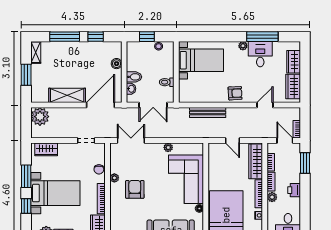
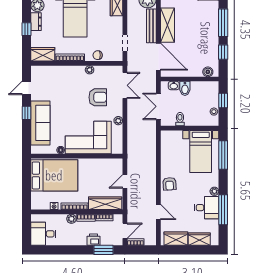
window: (204, 37) -> (223, 155), added
boiler: (117, 64) -> (208, 72), moved
bench: (208, 112) -> (151, 26), moved
armchair: (135, 189) -> (98, 97), moved
printer: (294, 190) -> (93, 240), moved

